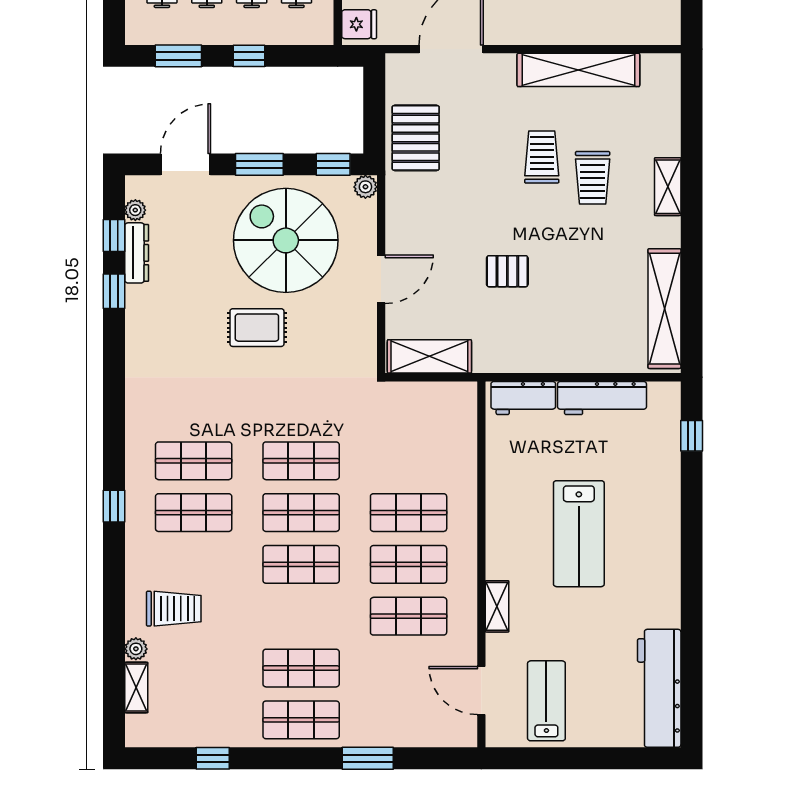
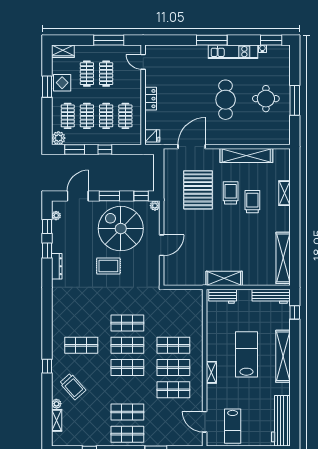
plant: (141, 29) -> (58, 138), added
pallet: (416, 138) -> (198, 190), moved, width x1.37, depth x1.41
trolley: (593, 178) -> (252, 202), turned 180
shelving: (668, 187) -> (285, 193), moved
dresser: (137, 253) -> (57, 266), moved
pallet: (507, 271) -> (216, 242), removed
shelving: (429, 356) -> (224, 278), moved
workbench: (602, 398) -> (271, 296), moved
shop shelf: (194, 461) -> (81, 323), removed
window: (114, 506) -> (47, 366), moved
lab bench: (579, 534) -> (246, 354), turned 180
shelving: (664, 538) -> (283, 356), added
shelving: (497, 606) -> (211, 372), moved
trolley: (174, 609) -> (73, 387), turned 48
lab bench: (546, 701) -> (233, 426), turned 180

